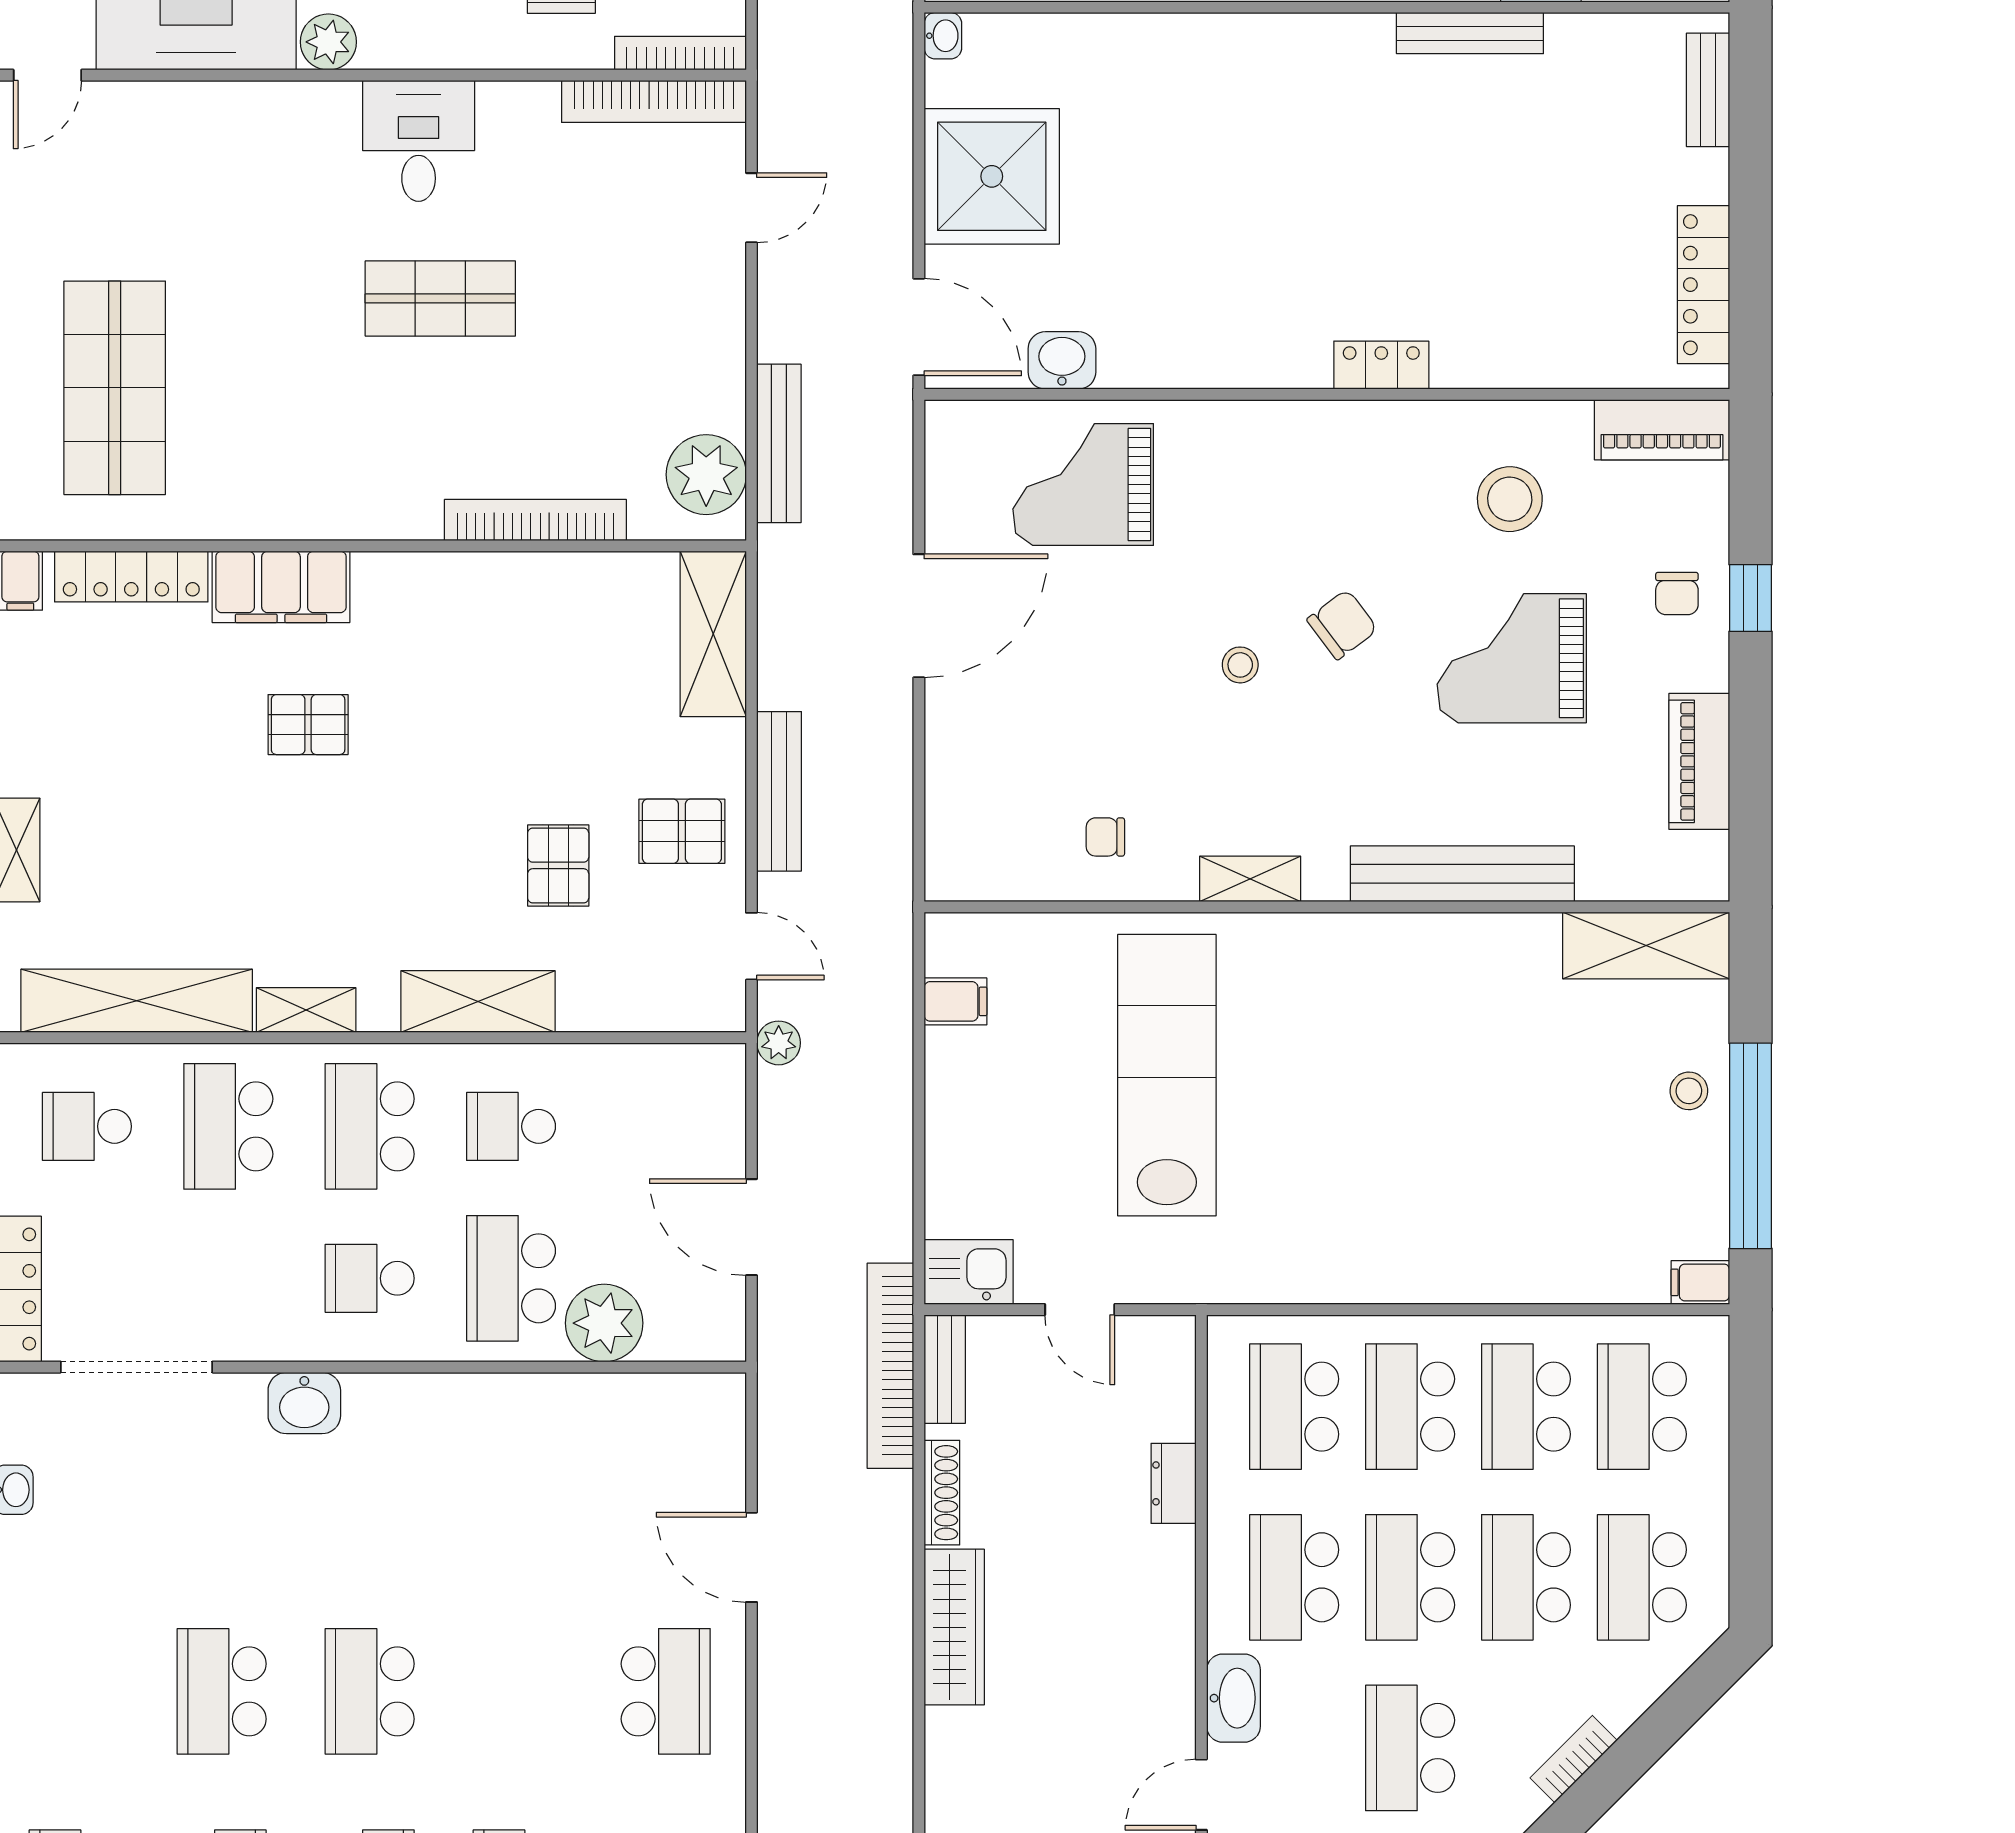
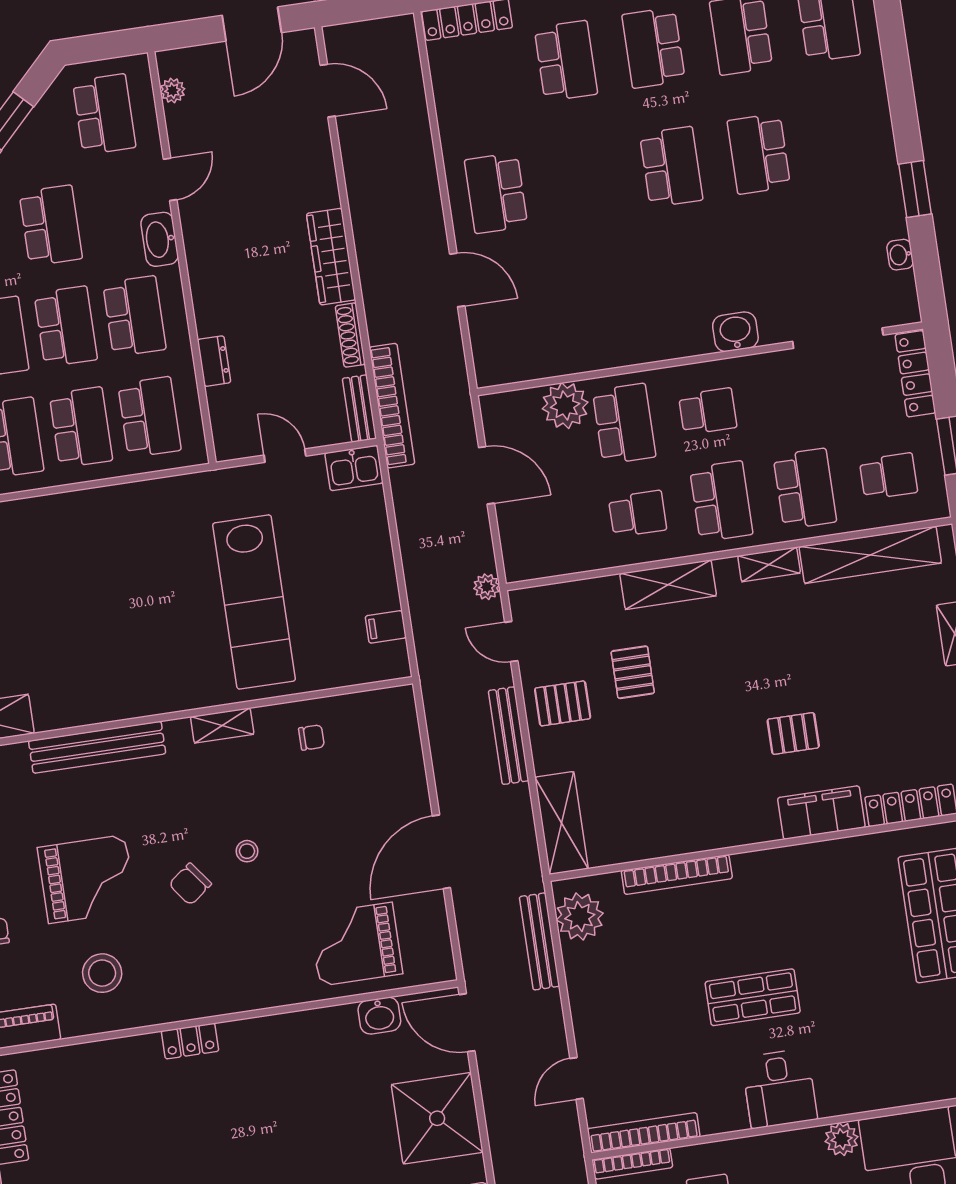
grand piano: (1083, 484) -> (356, 944), turned 180
school desk: (222, 1691) -> (759, 154), turned 180

